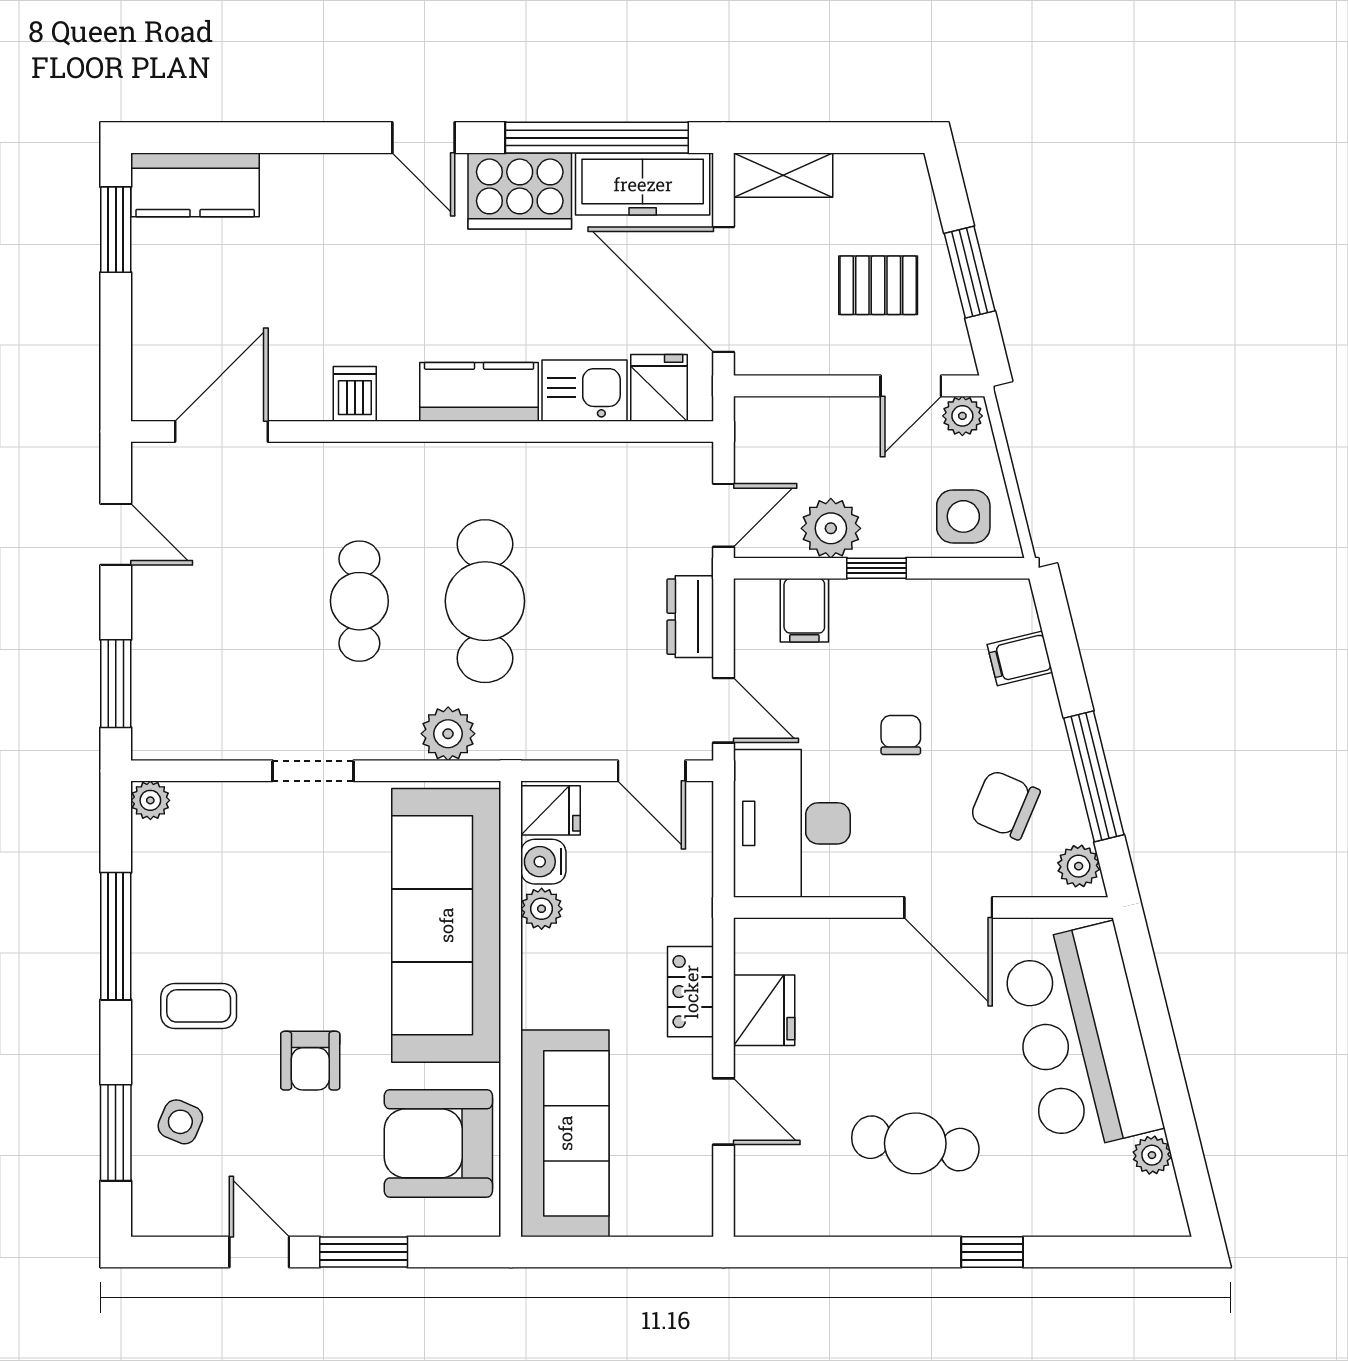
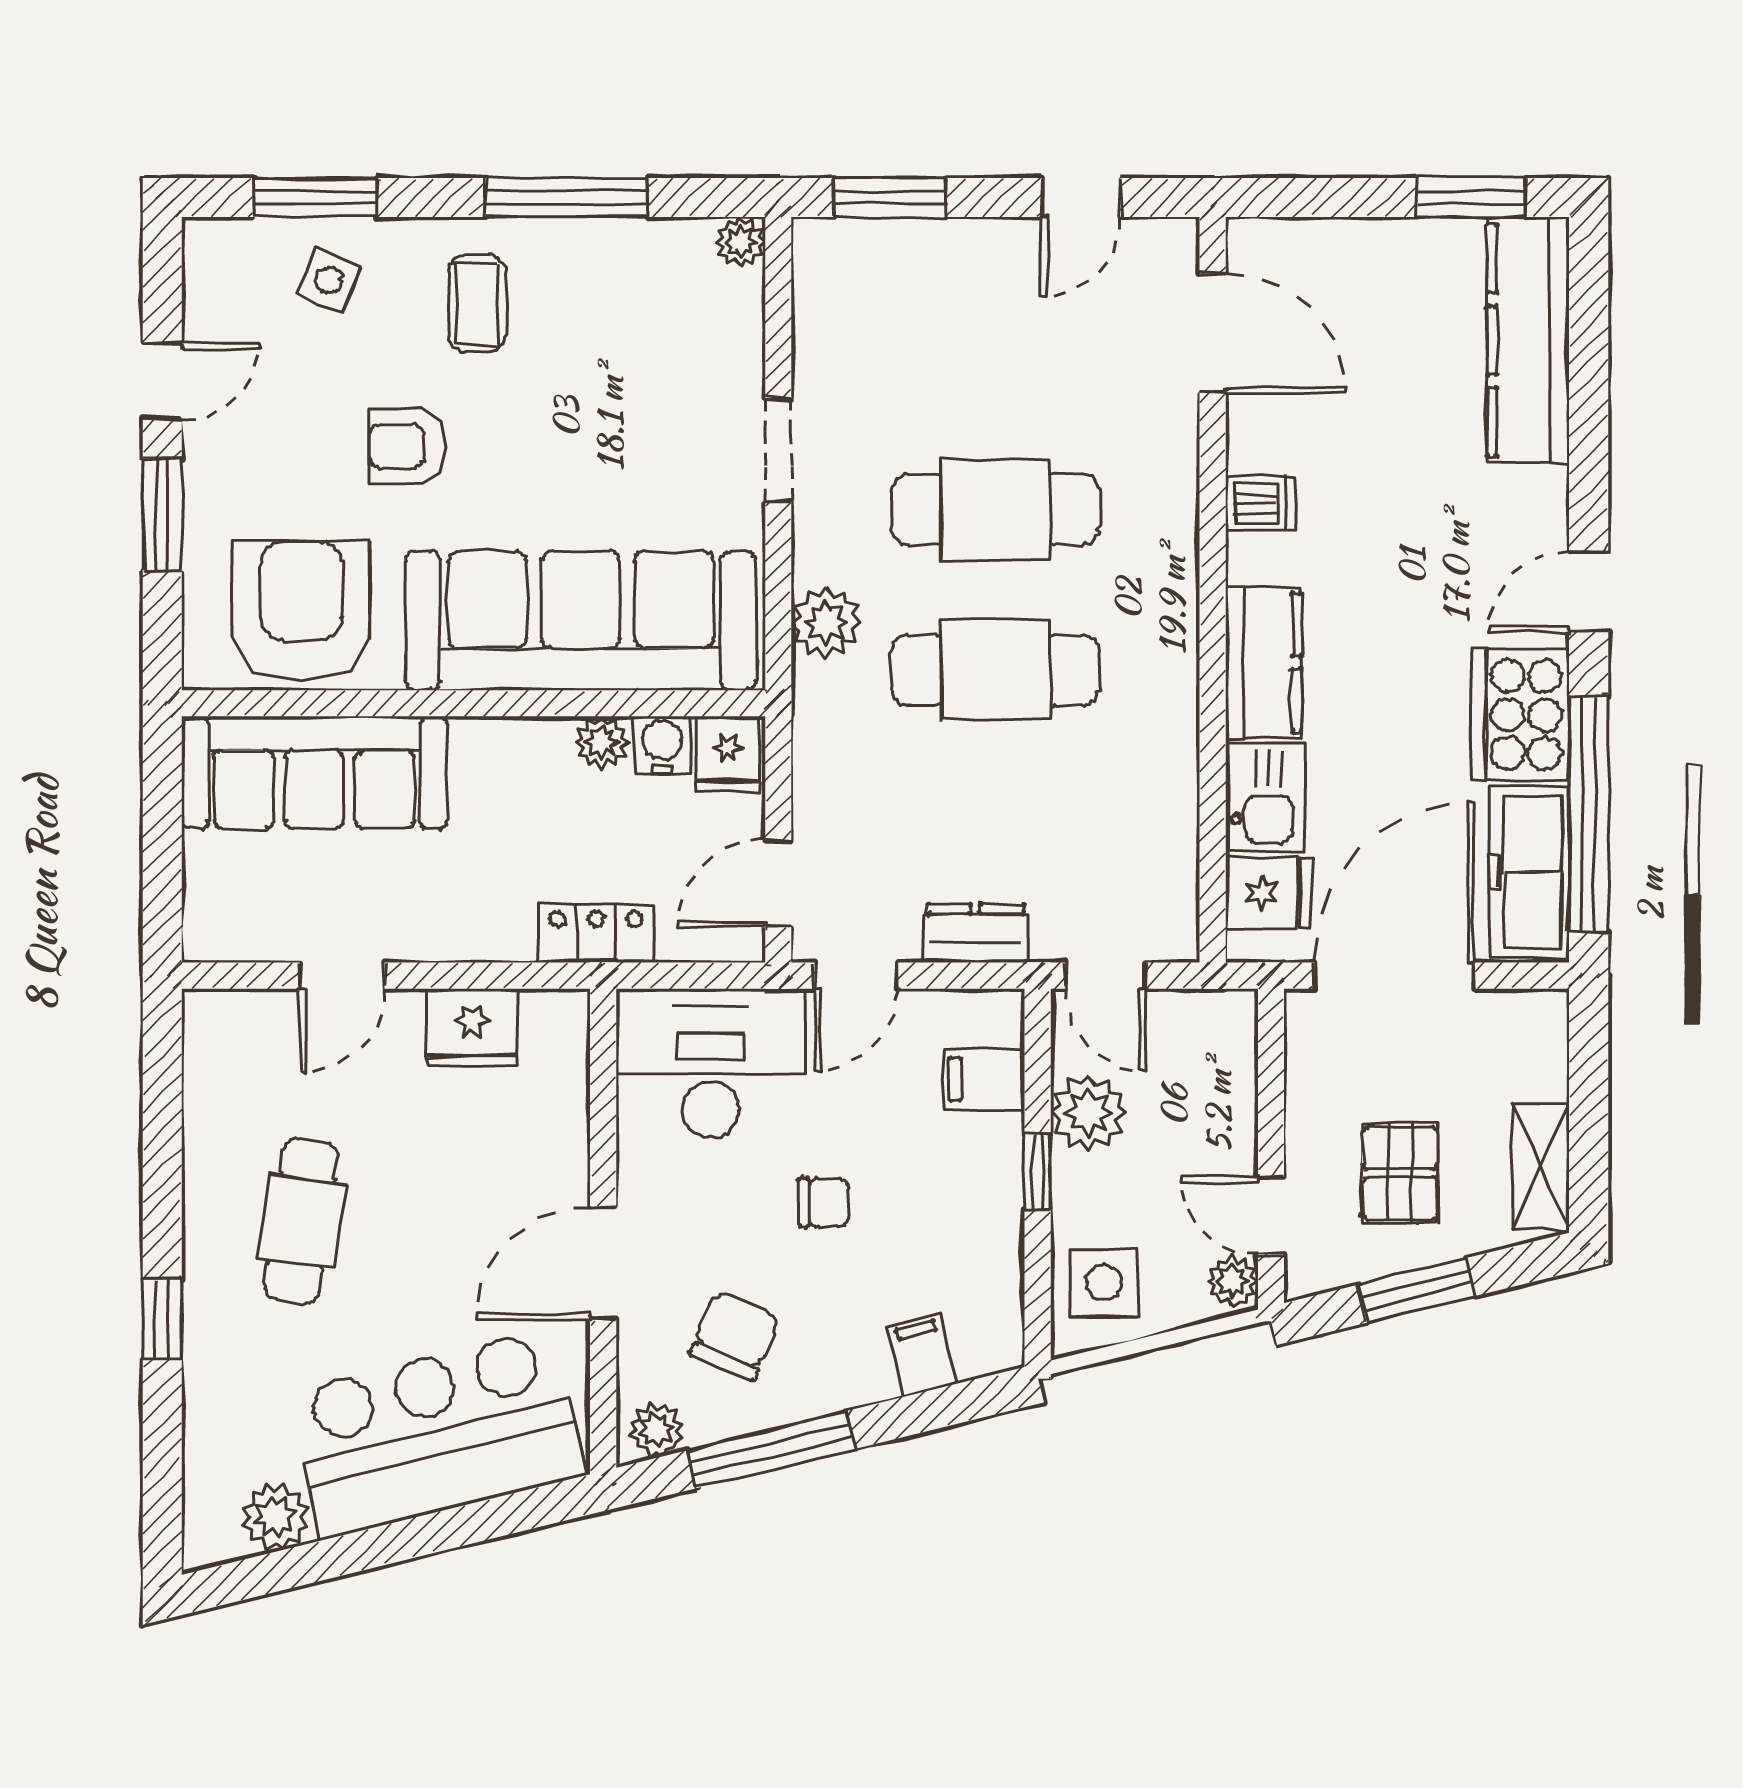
shelving: (783, 175) -> (1541, 1167), moved
kitchen counter: (195, 185) -> (1528, 340), width x1.50
cafe table: (359, 601) -> (995, 509), width x1.37, depth x1.35
locker: (691, 992) -> (596, 933), moved
plant: (1152, 1155) -> (275, 1517), width x1.38, depth x1.38

